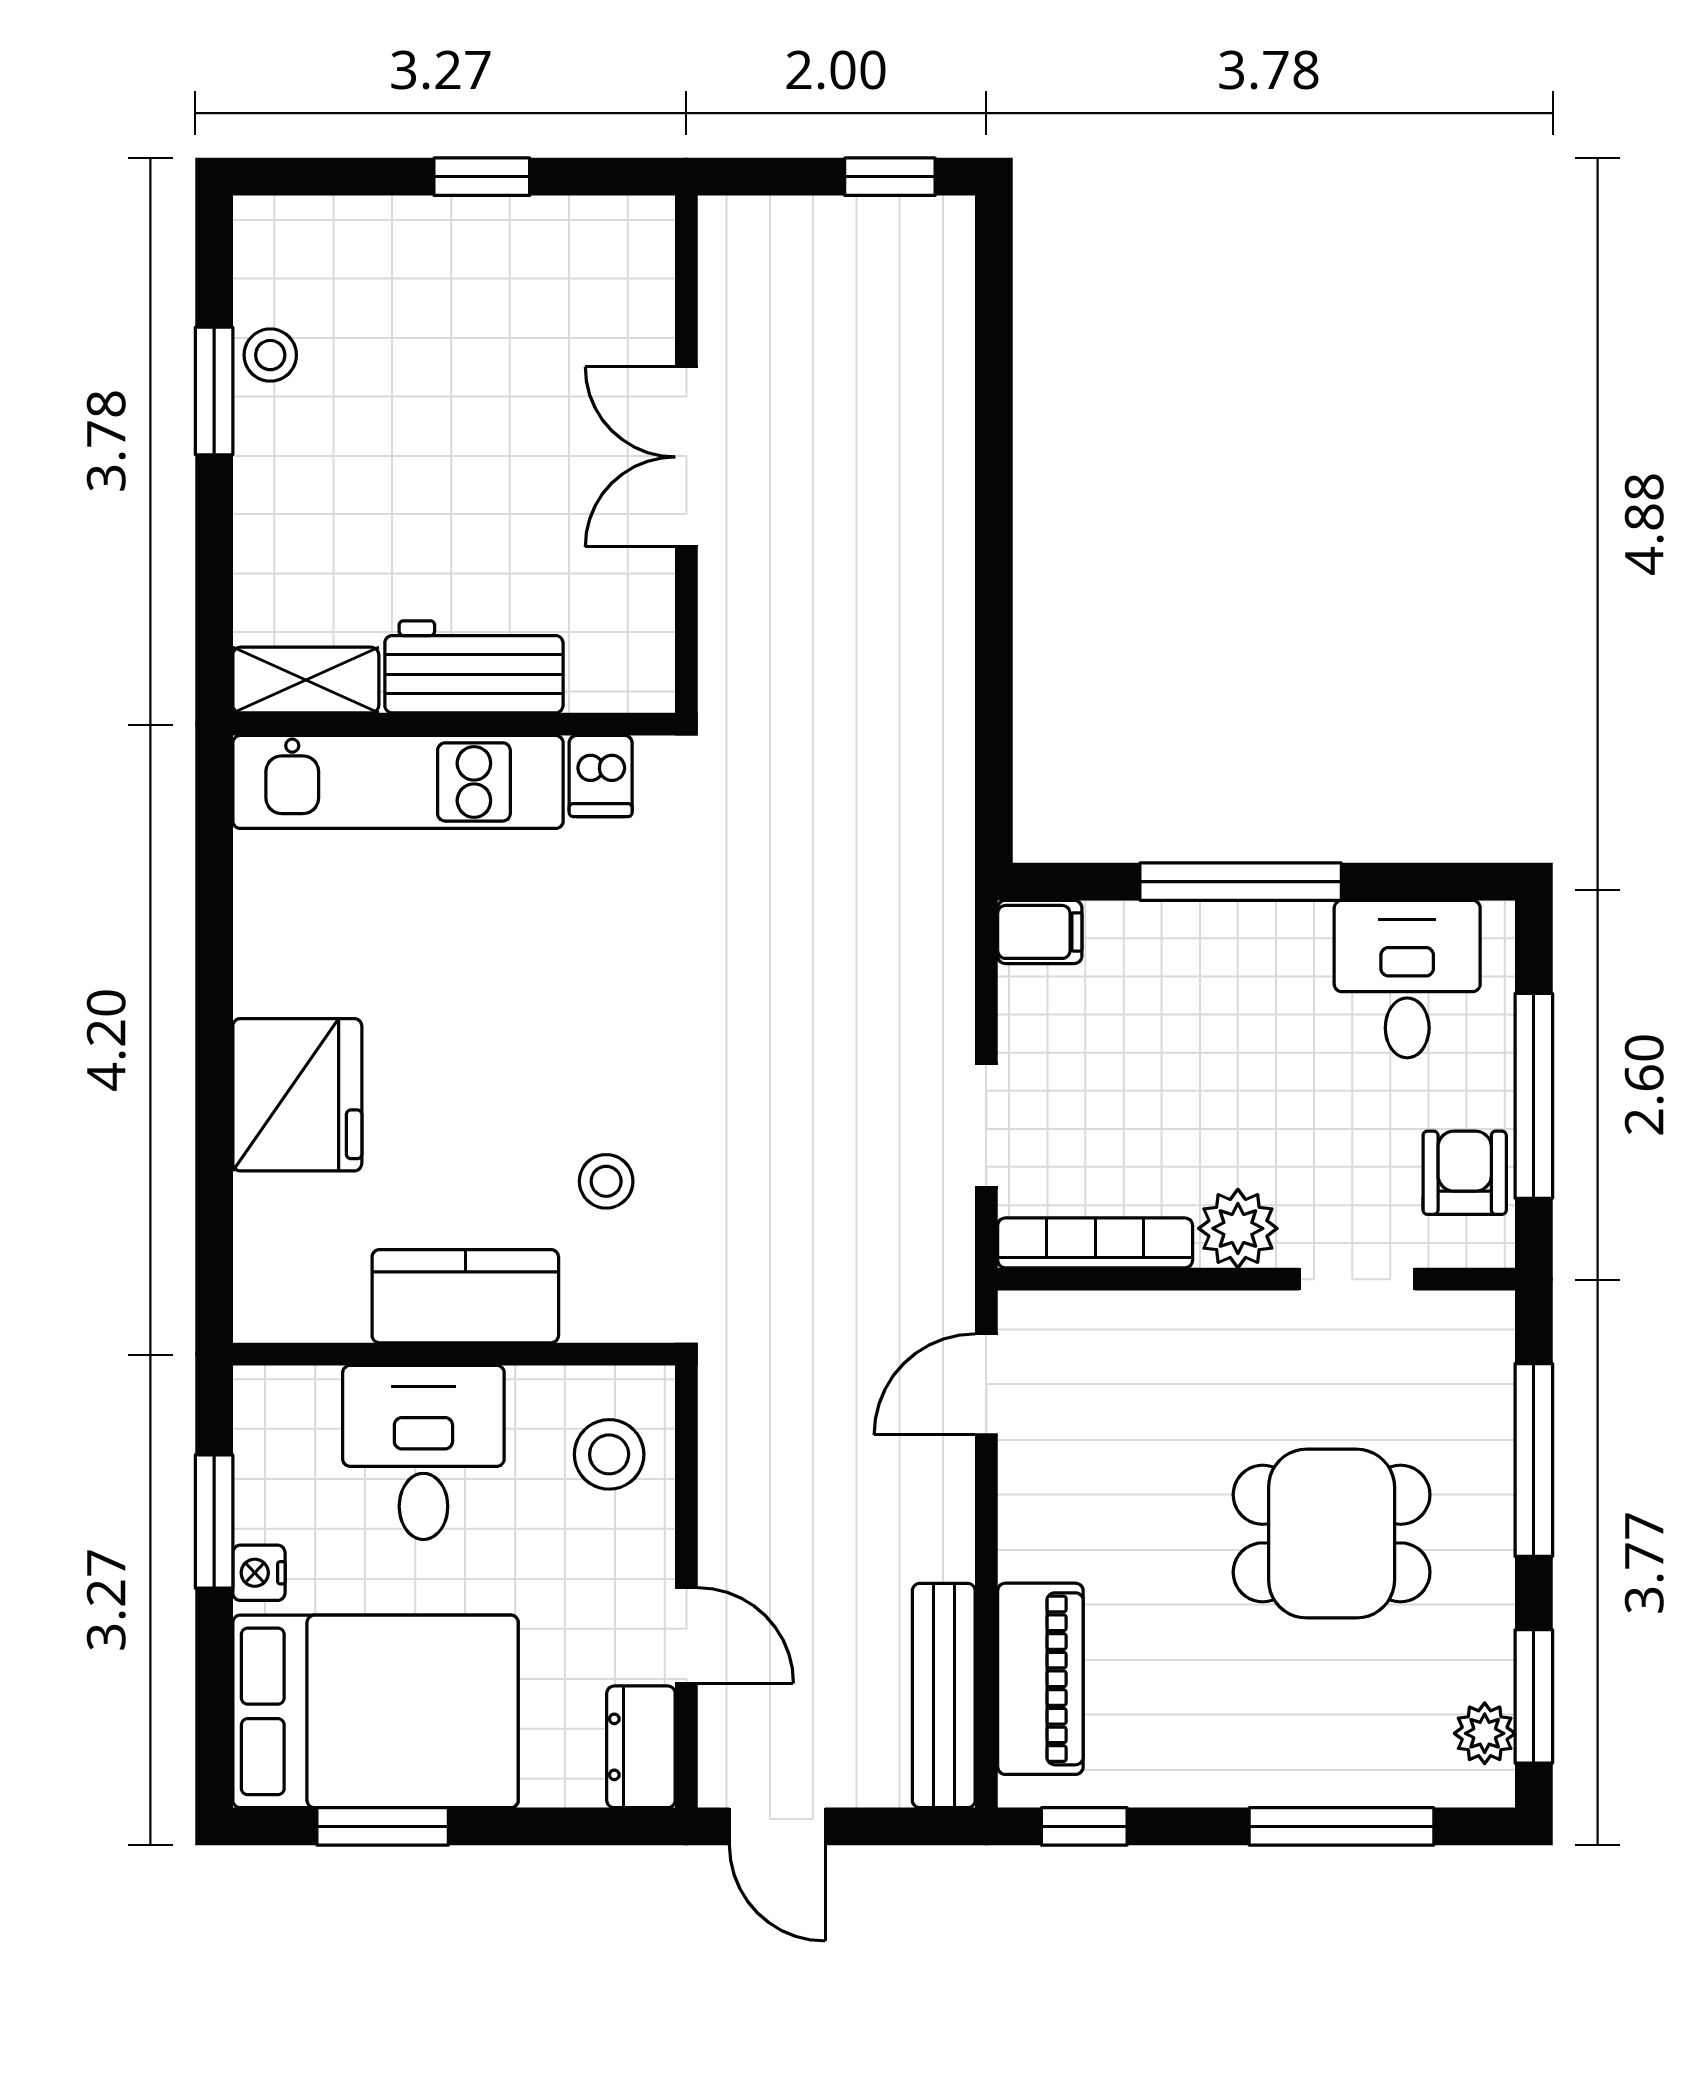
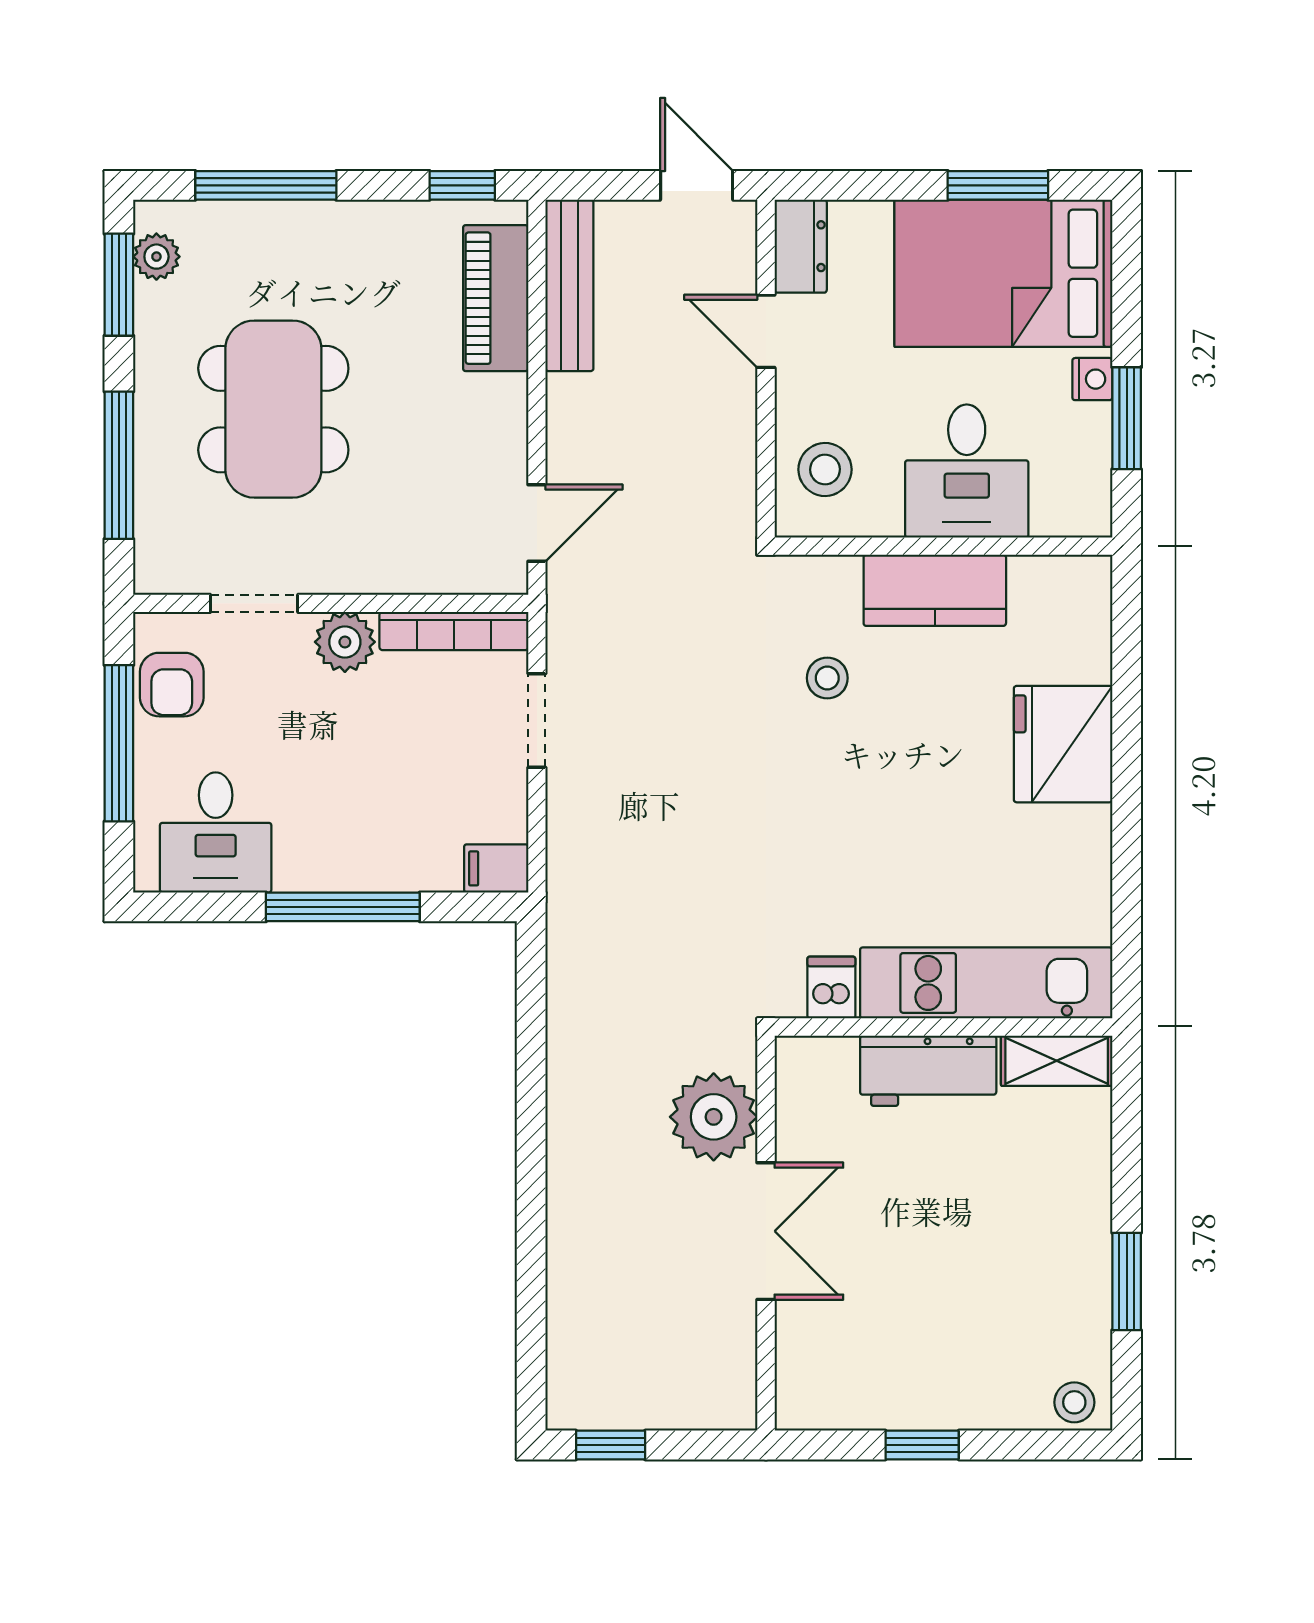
stool: (270, 355) -> (1074, 1402), moved
plant: (755, 607) -> (714, 1117), added
dining table: (1332, 1534) -> (273, 409), width x1.38

